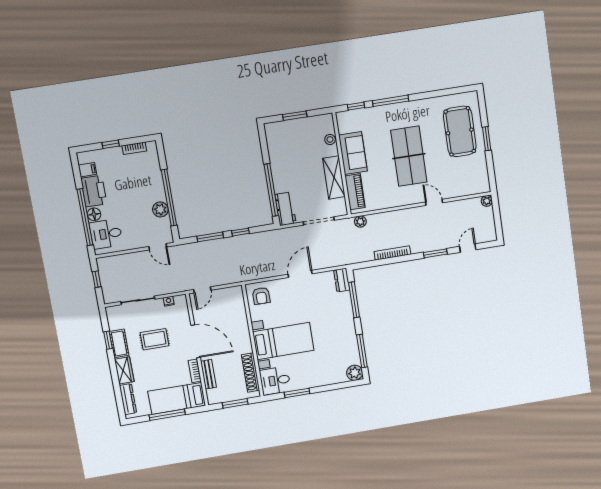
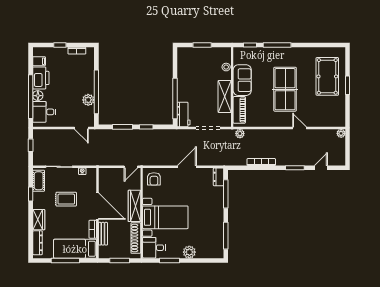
door: (202, 290) -> (131, 167), moved
wardrobe: (242, 333) -> (134, 206), added
cot: (119, 343) -> (39, 181), moved
plant: (355, 373) -> (189, 252), moved

